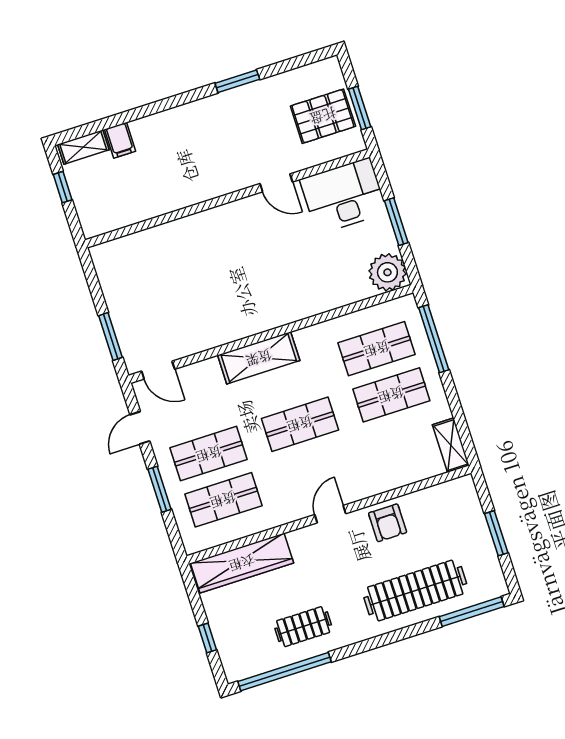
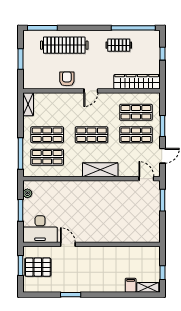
plant: (387, 272) -> (27, 193), width x0.53, depth x0.53

